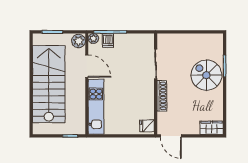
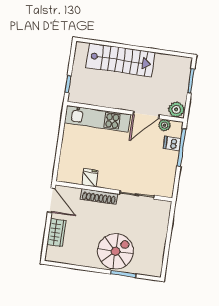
plant: (93, 38) -> (165, 125), moved
stairs: (49, 84) -> (120, 60), width x0.73, depth x0.66
fridge: (147, 126) -> (90, 178), moved
wardrobe: (212, 128) -> (56, 233), moved
door: (171, 136) -> (51, 200), swing flipped

